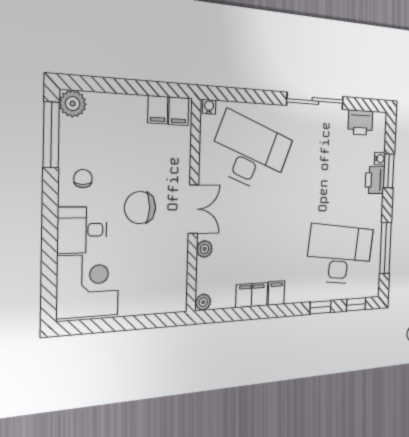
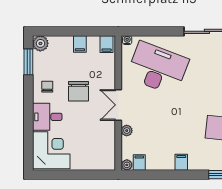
filing cabinet: (158, 110) -> (80, 44), moved
window: (51, 135) -> (28, 62), width x0.69
chair: (140, 208) -> (79, 91), moved, turned -90
double door: (193, 209) -> (118, 105), swing flipped
filing cabinet: (252, 295) -> (139, 163), moved, width x0.50

